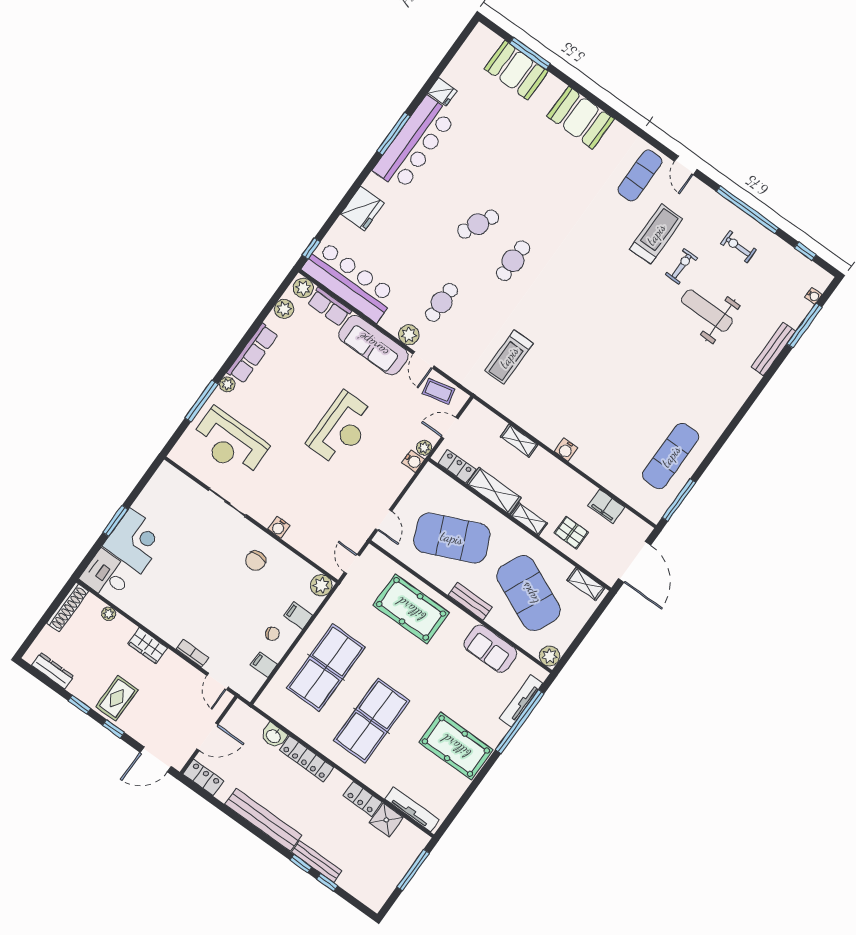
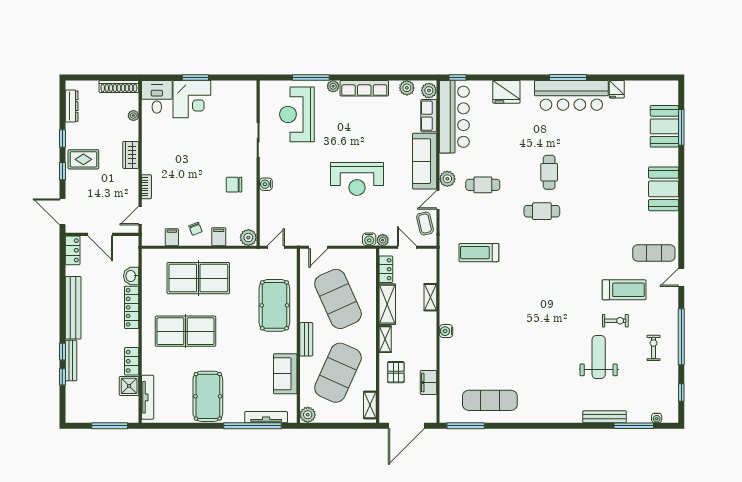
cafe table: (478, 224) -> (549, 172), turned 63

